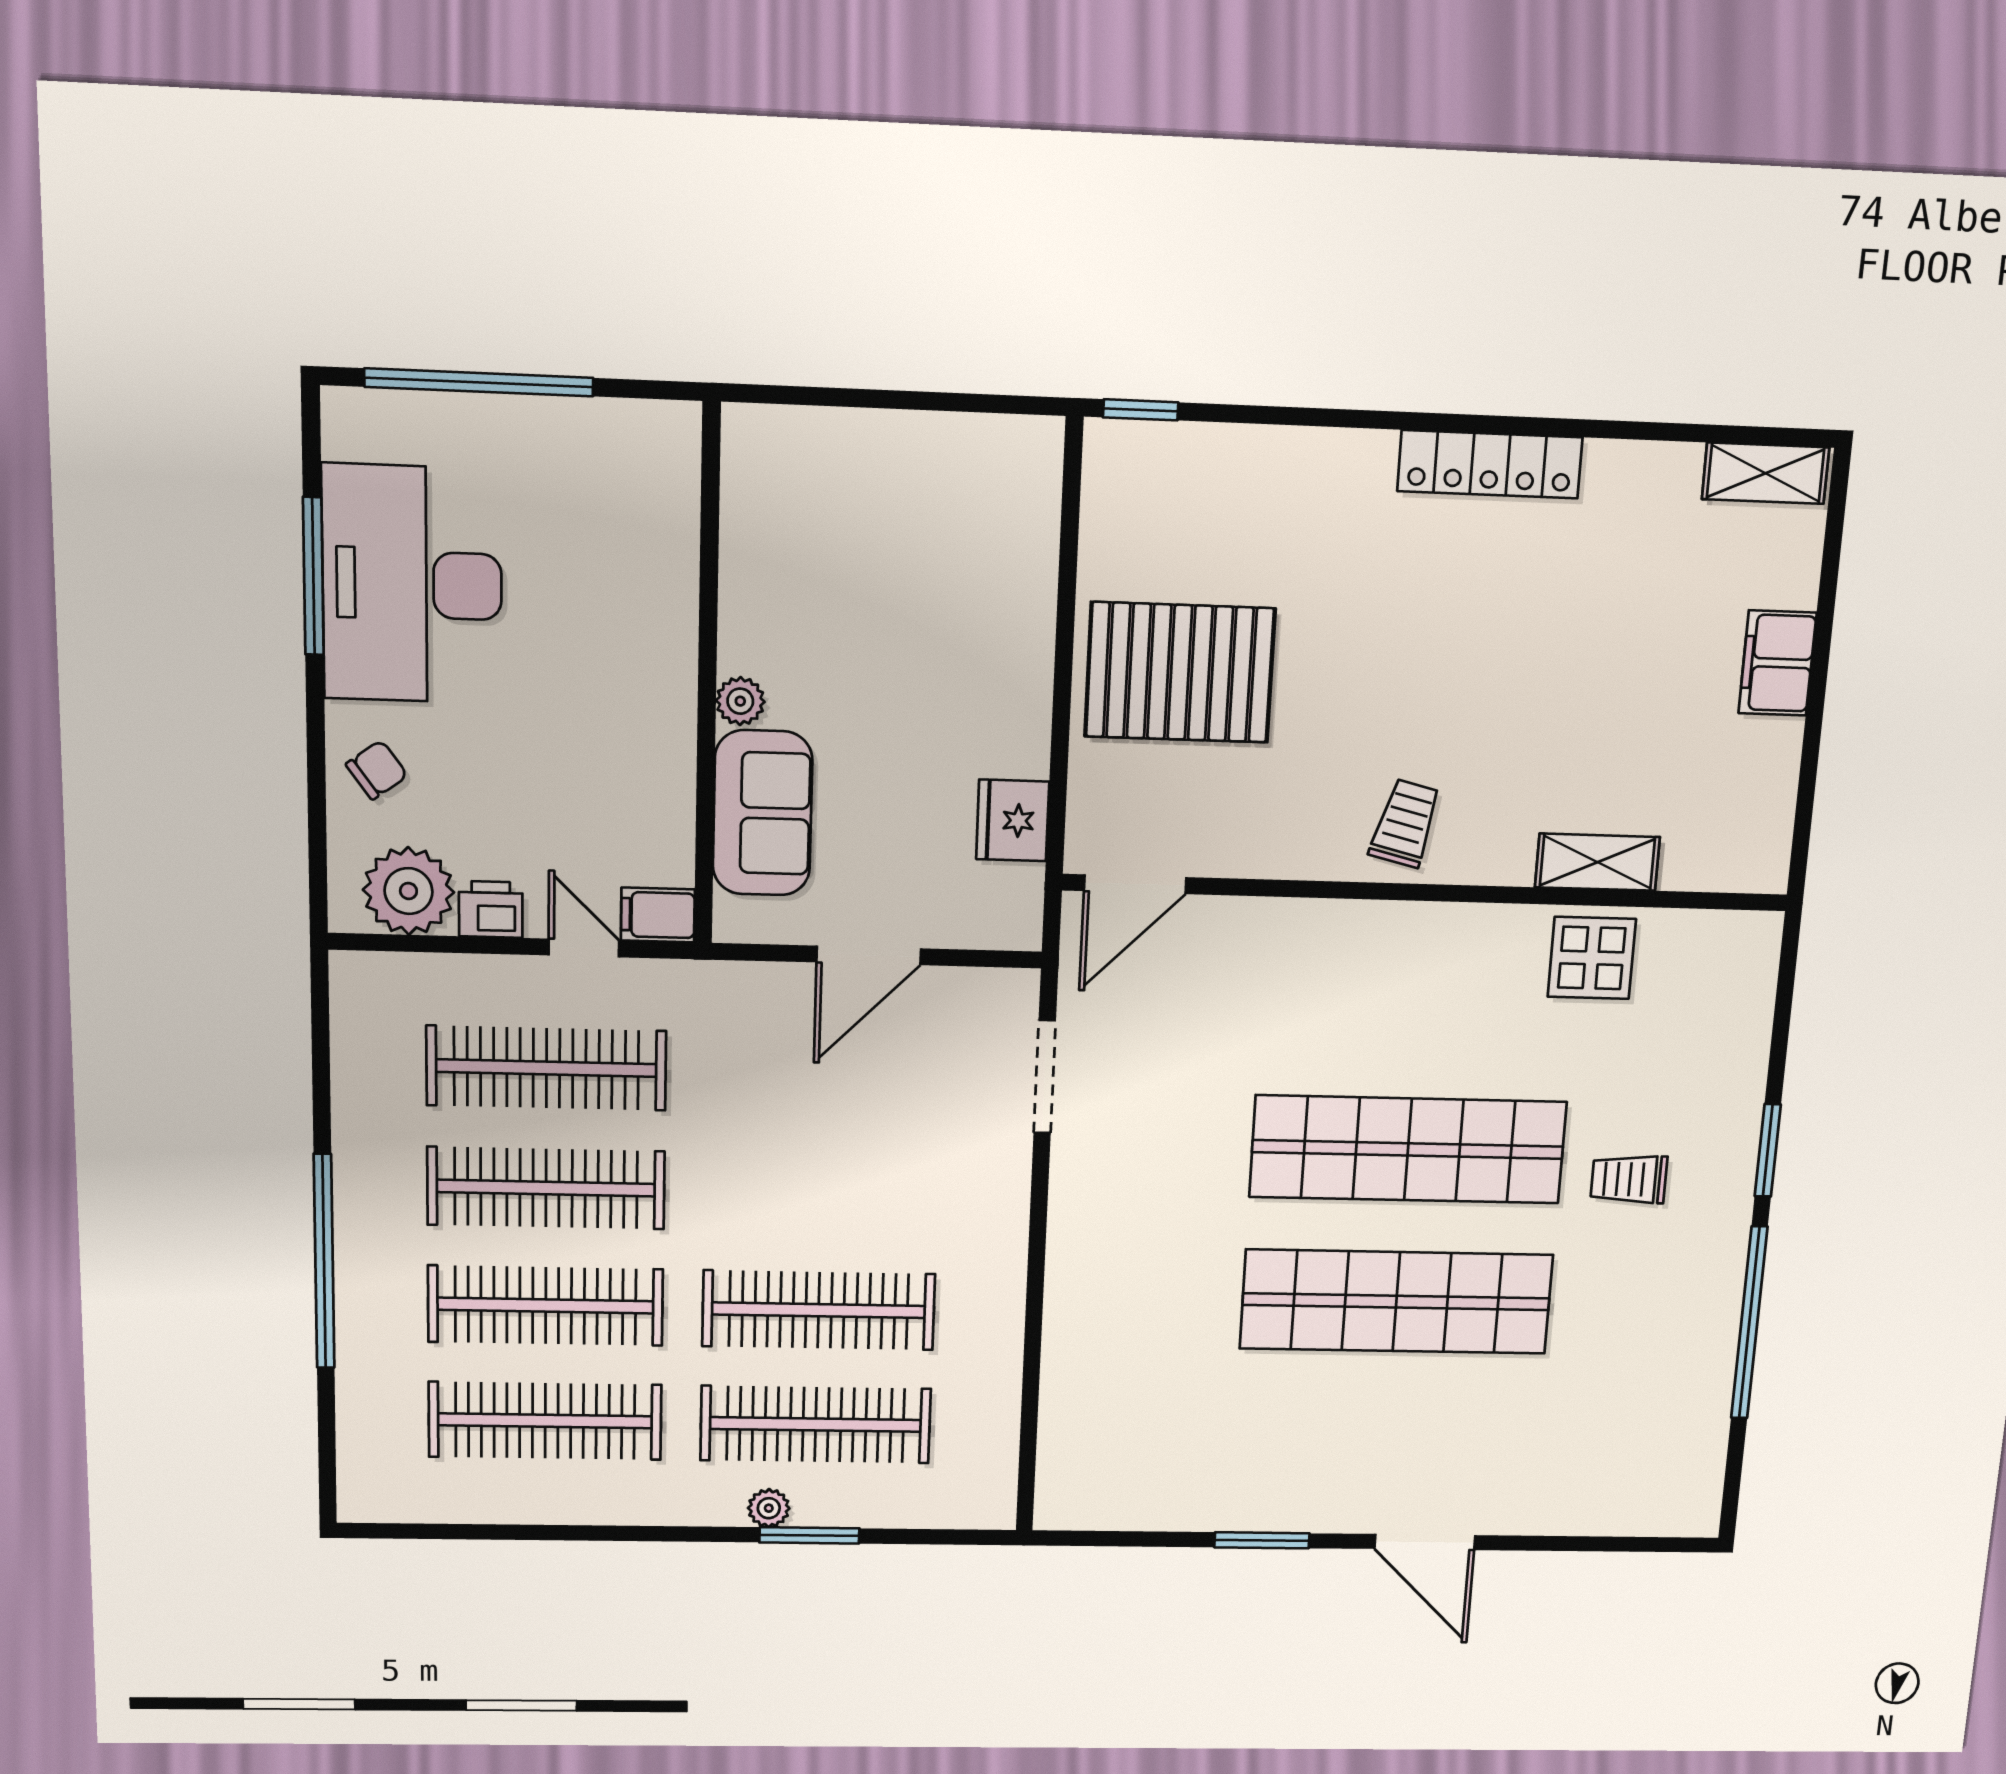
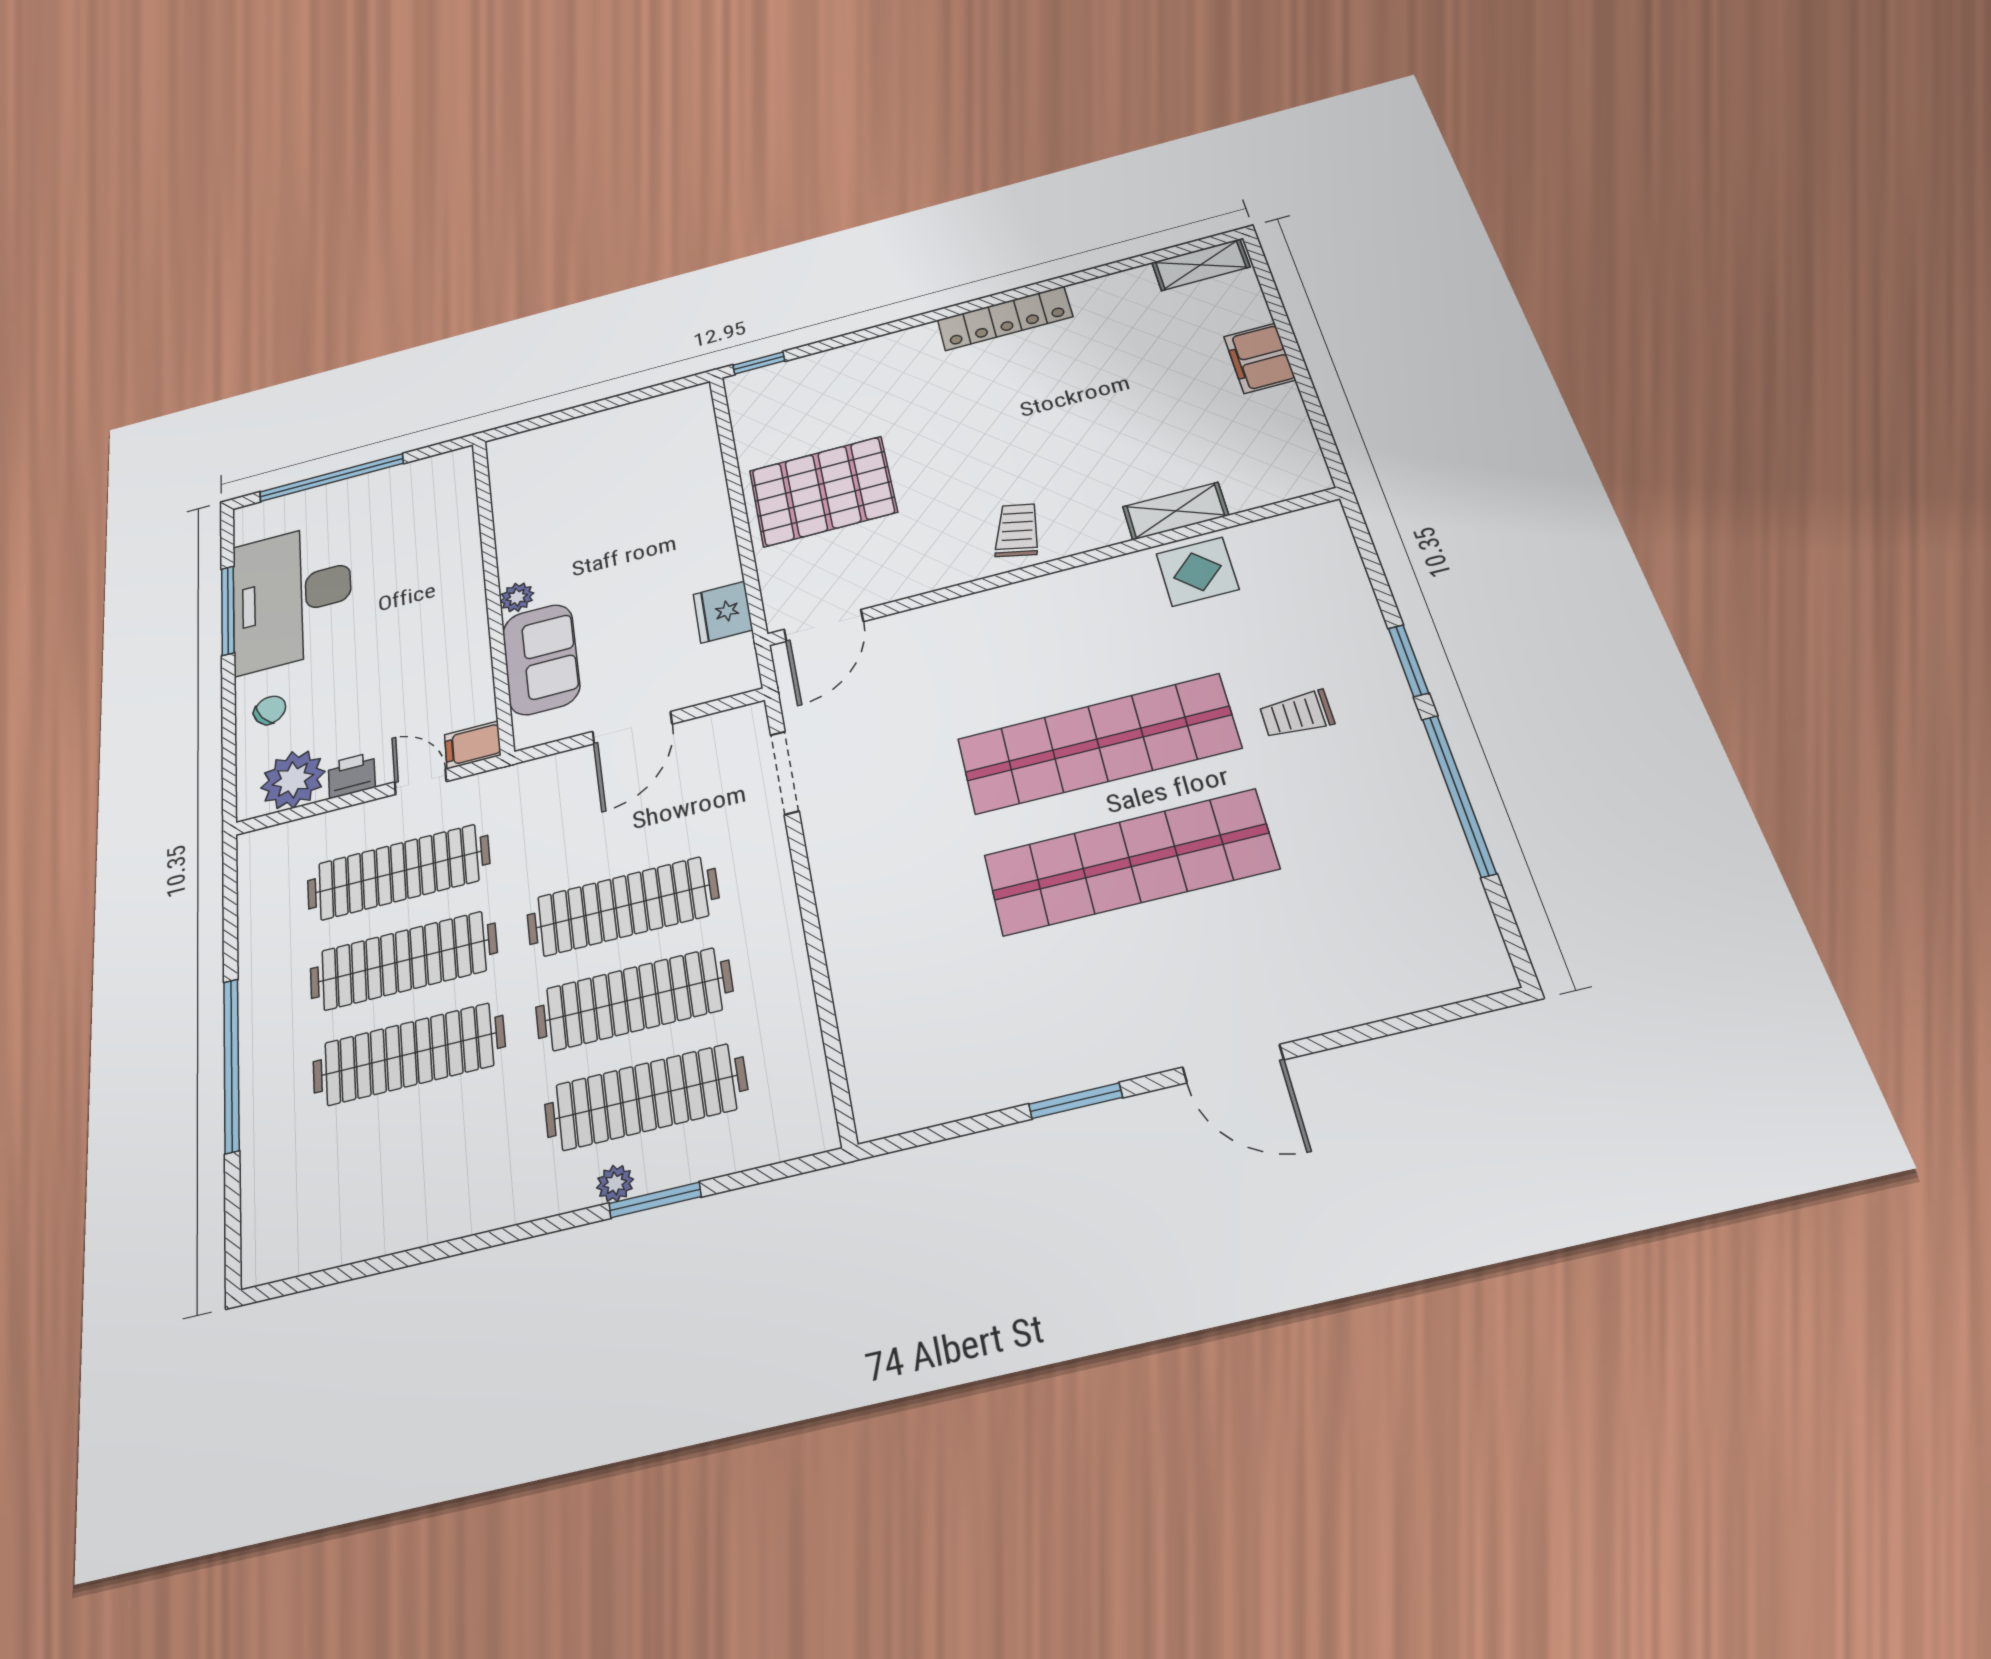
clothes rail: (545, 1421) -> (622, 906), moved

